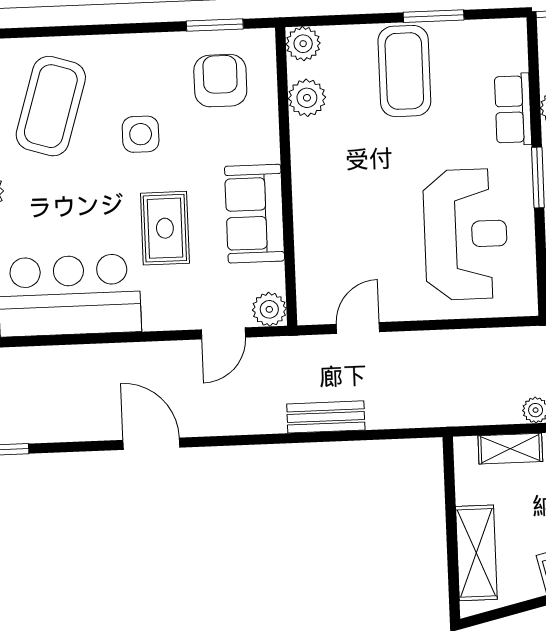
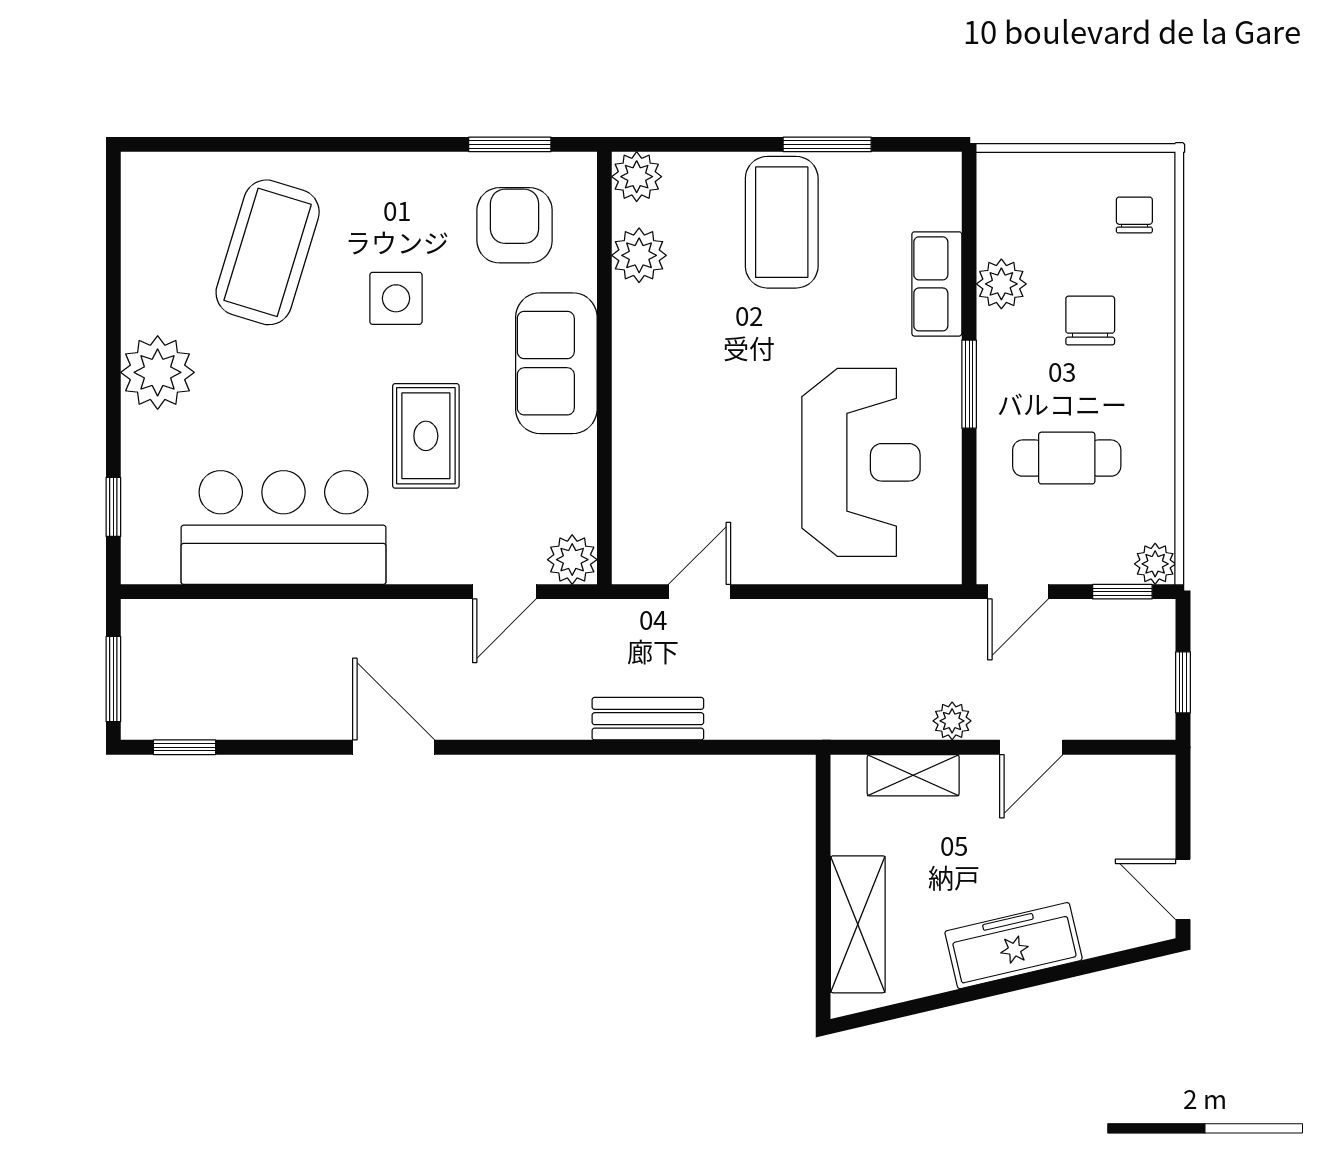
sofa: (255, 214) -> (556, 363), moved

